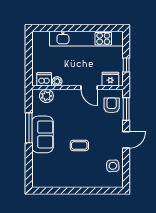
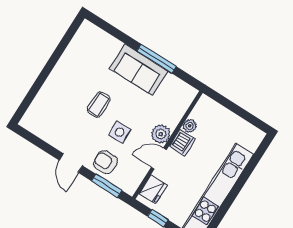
dishwasher: (44, 79) -> (182, 142), moved
plant: (46, 96) -> (161, 134), moved
armchair: (112, 105) -> (105, 162), moved, turned 180
side table: (113, 166) -> (120, 132), moved

